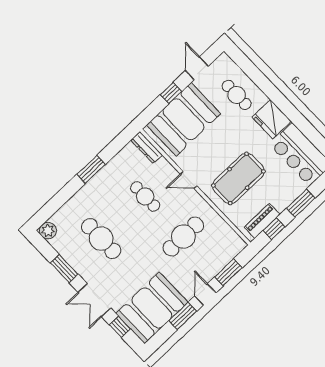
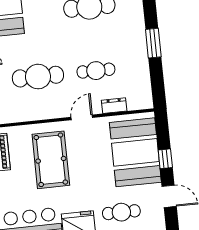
dresser: (147, 147) -> (114, 106), moved, width x0.70
cafe table: (183, 237) -> (38, 77), turned 90

